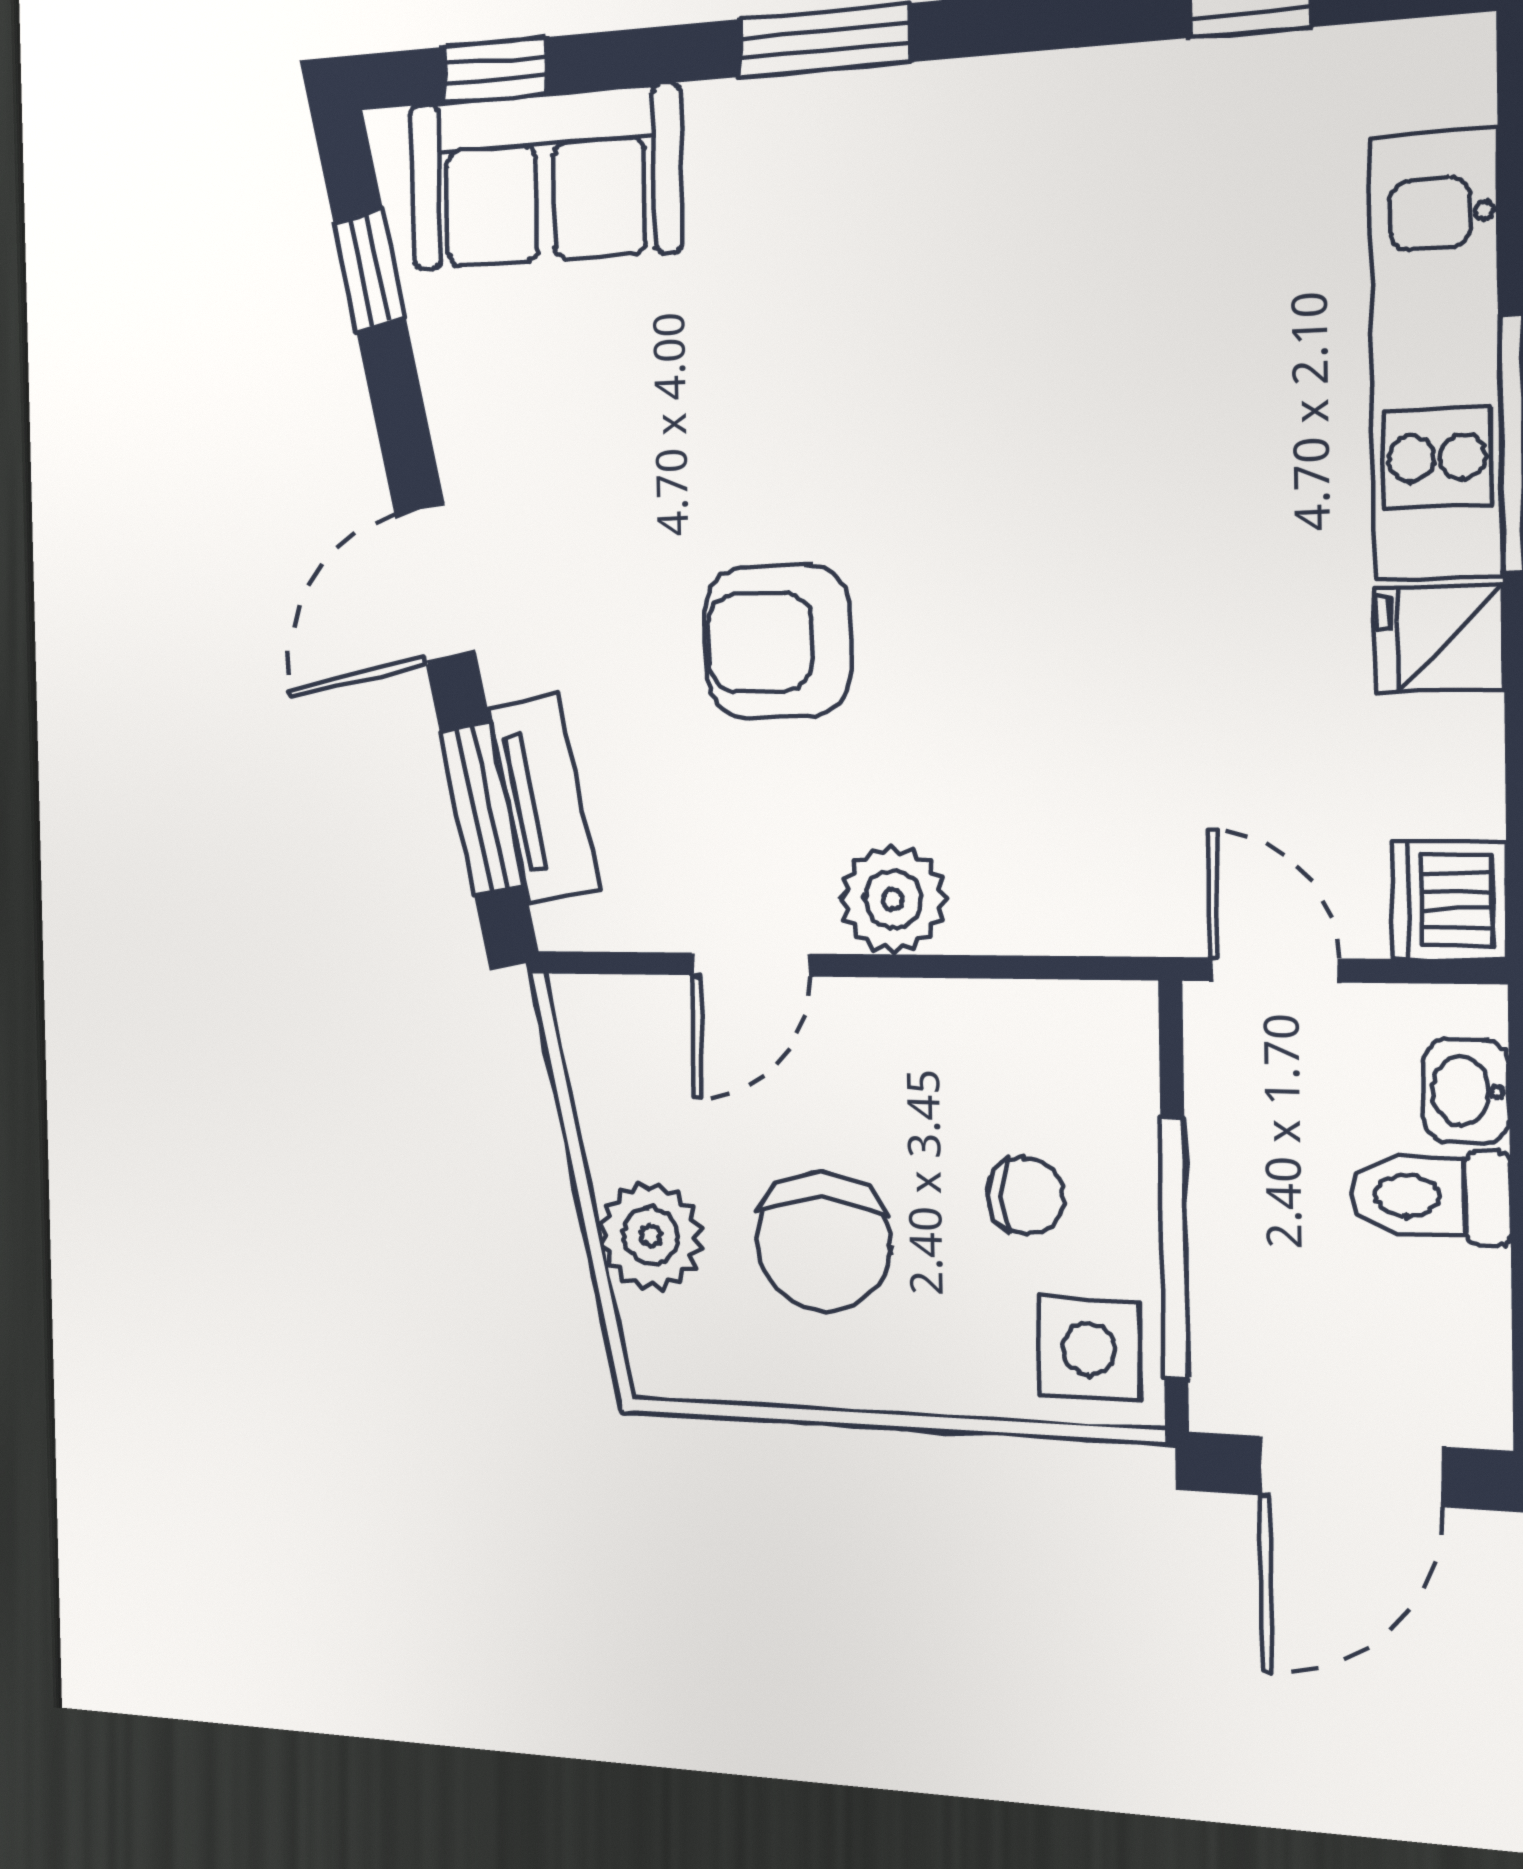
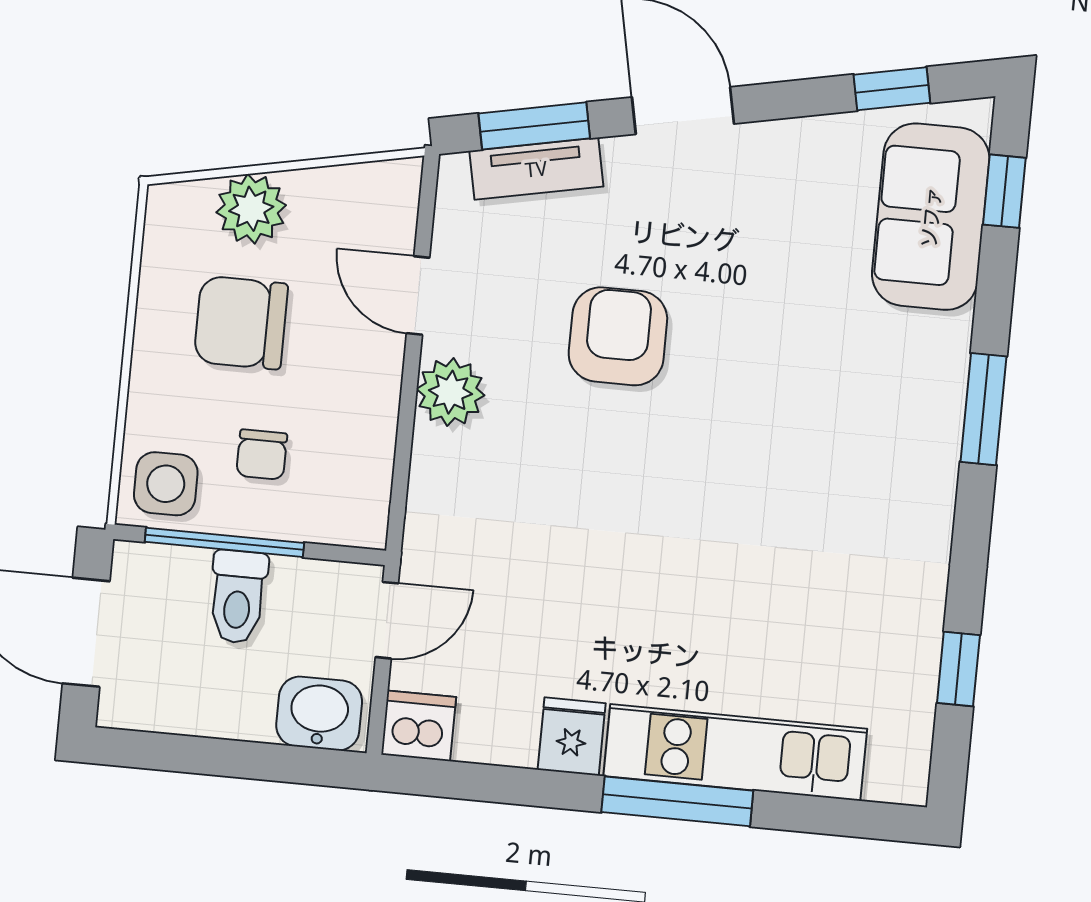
washbasin: (1466, 1091) -> (319, 713), width x1.38, depth x1.45
toilet: (1430, 1196) -> (238, 597), moved, turned 180

